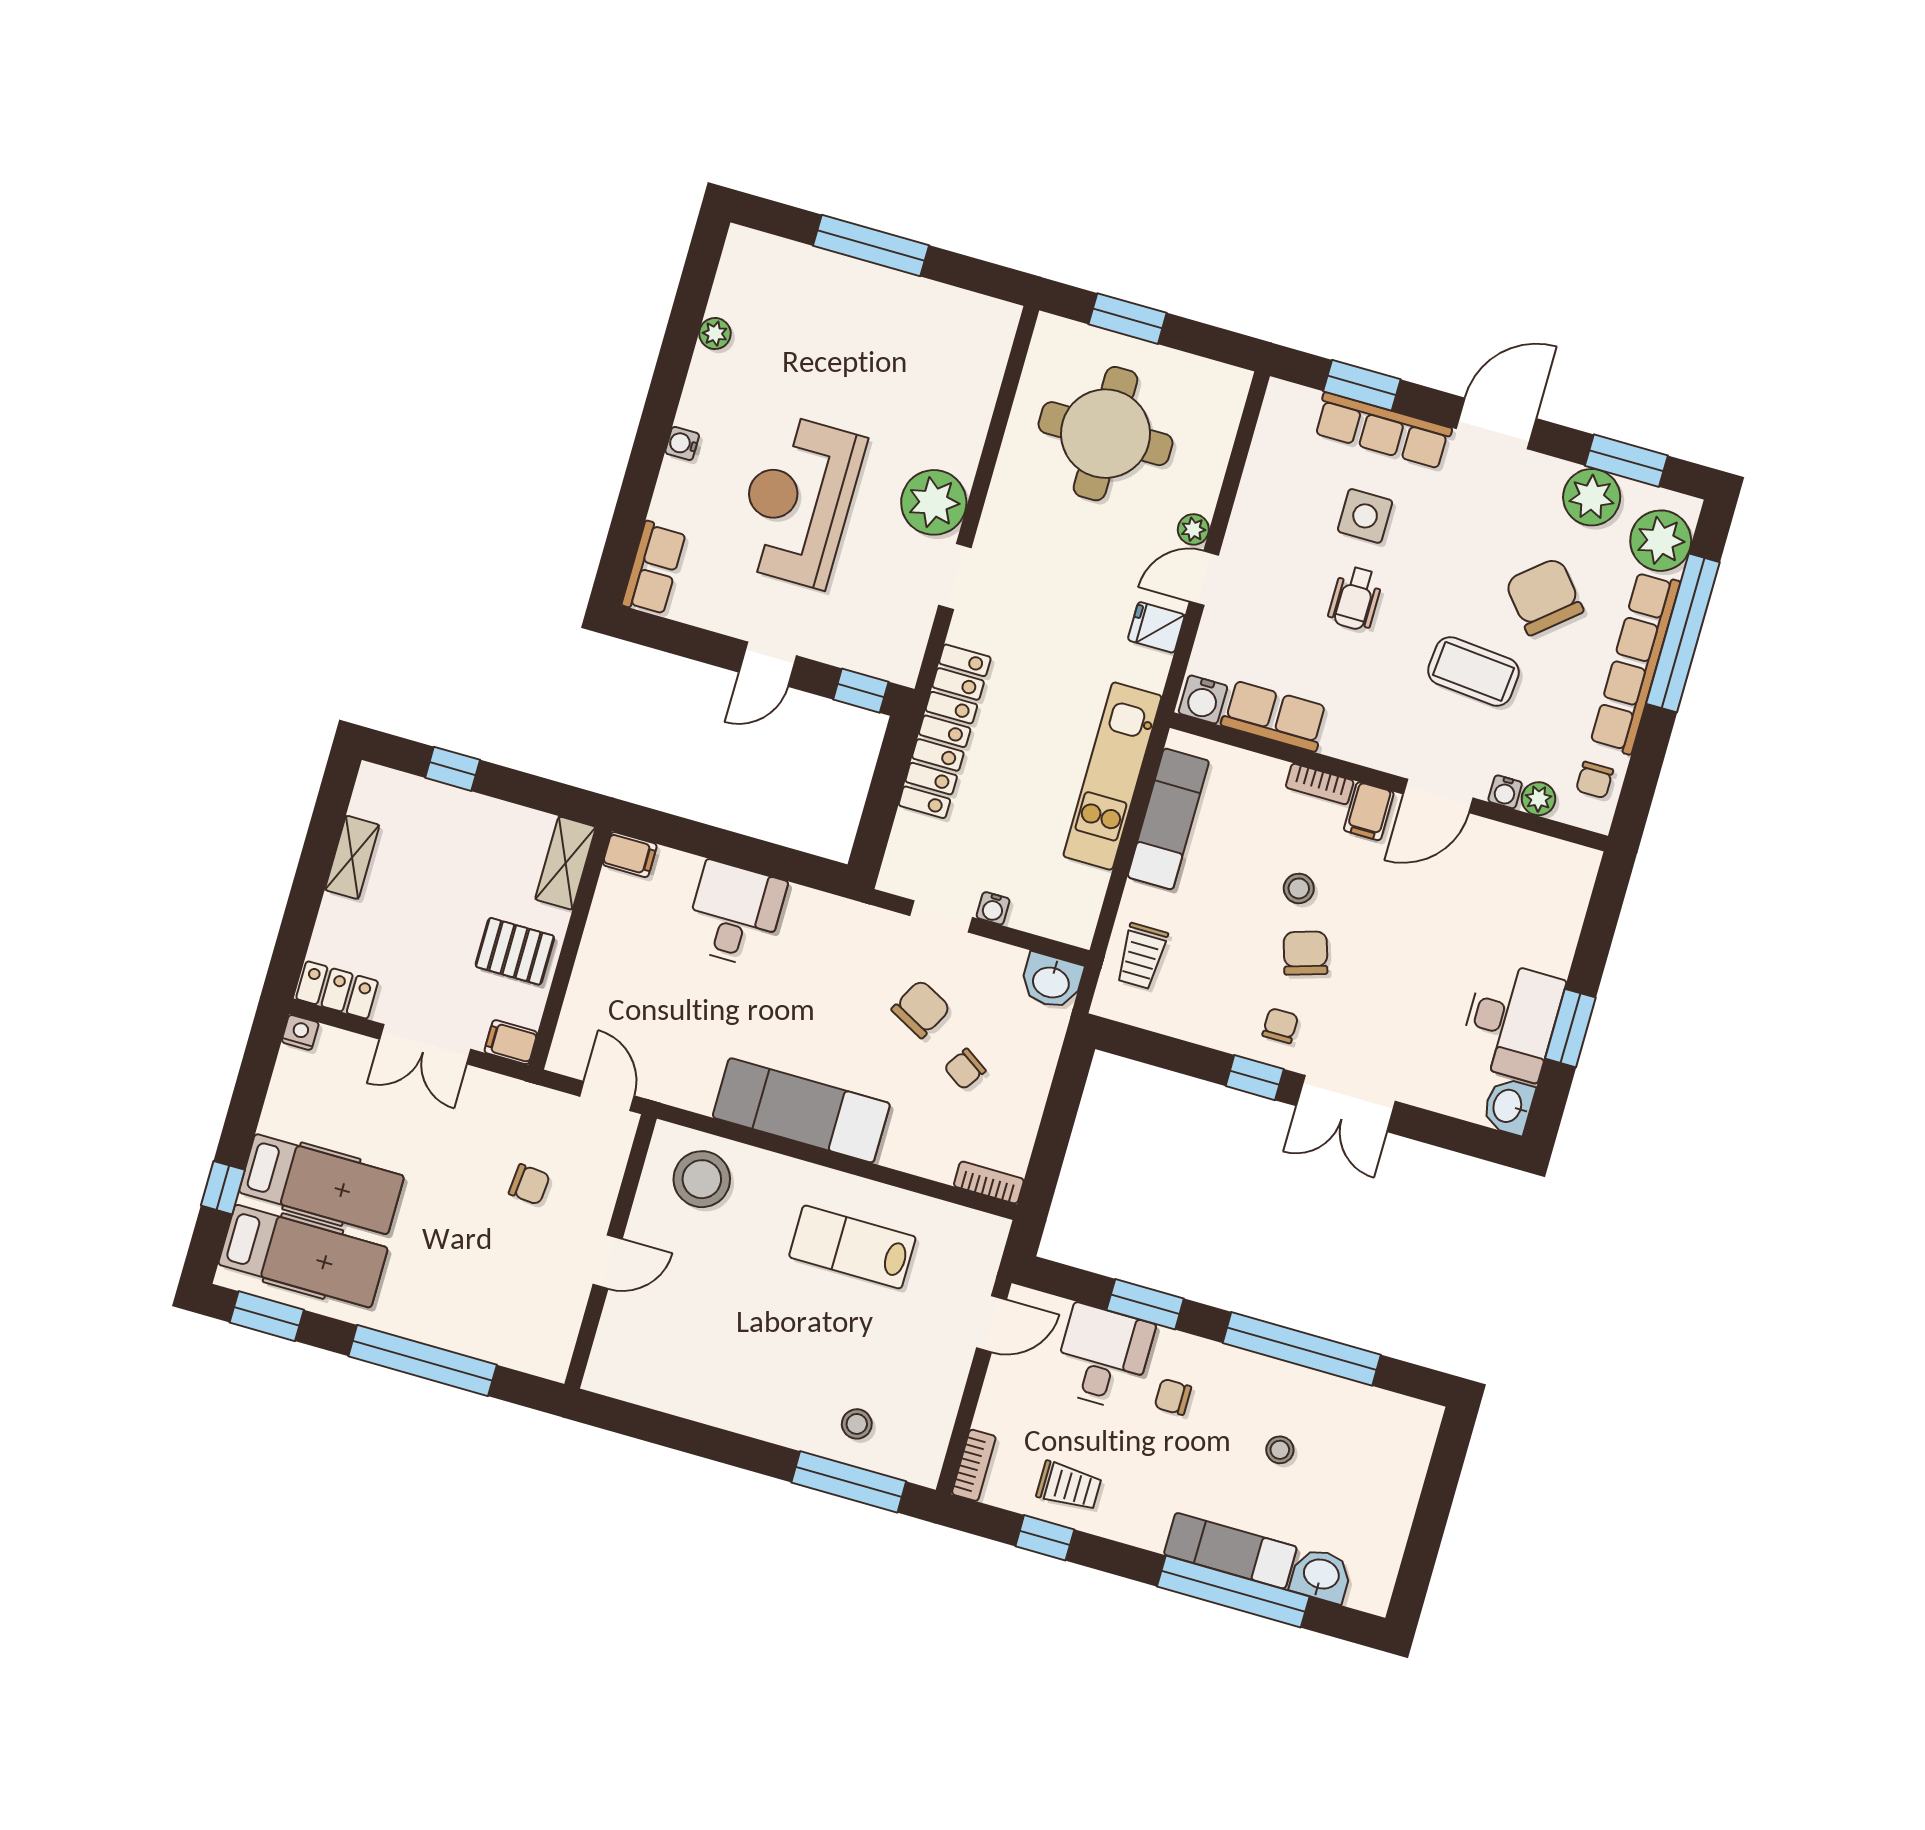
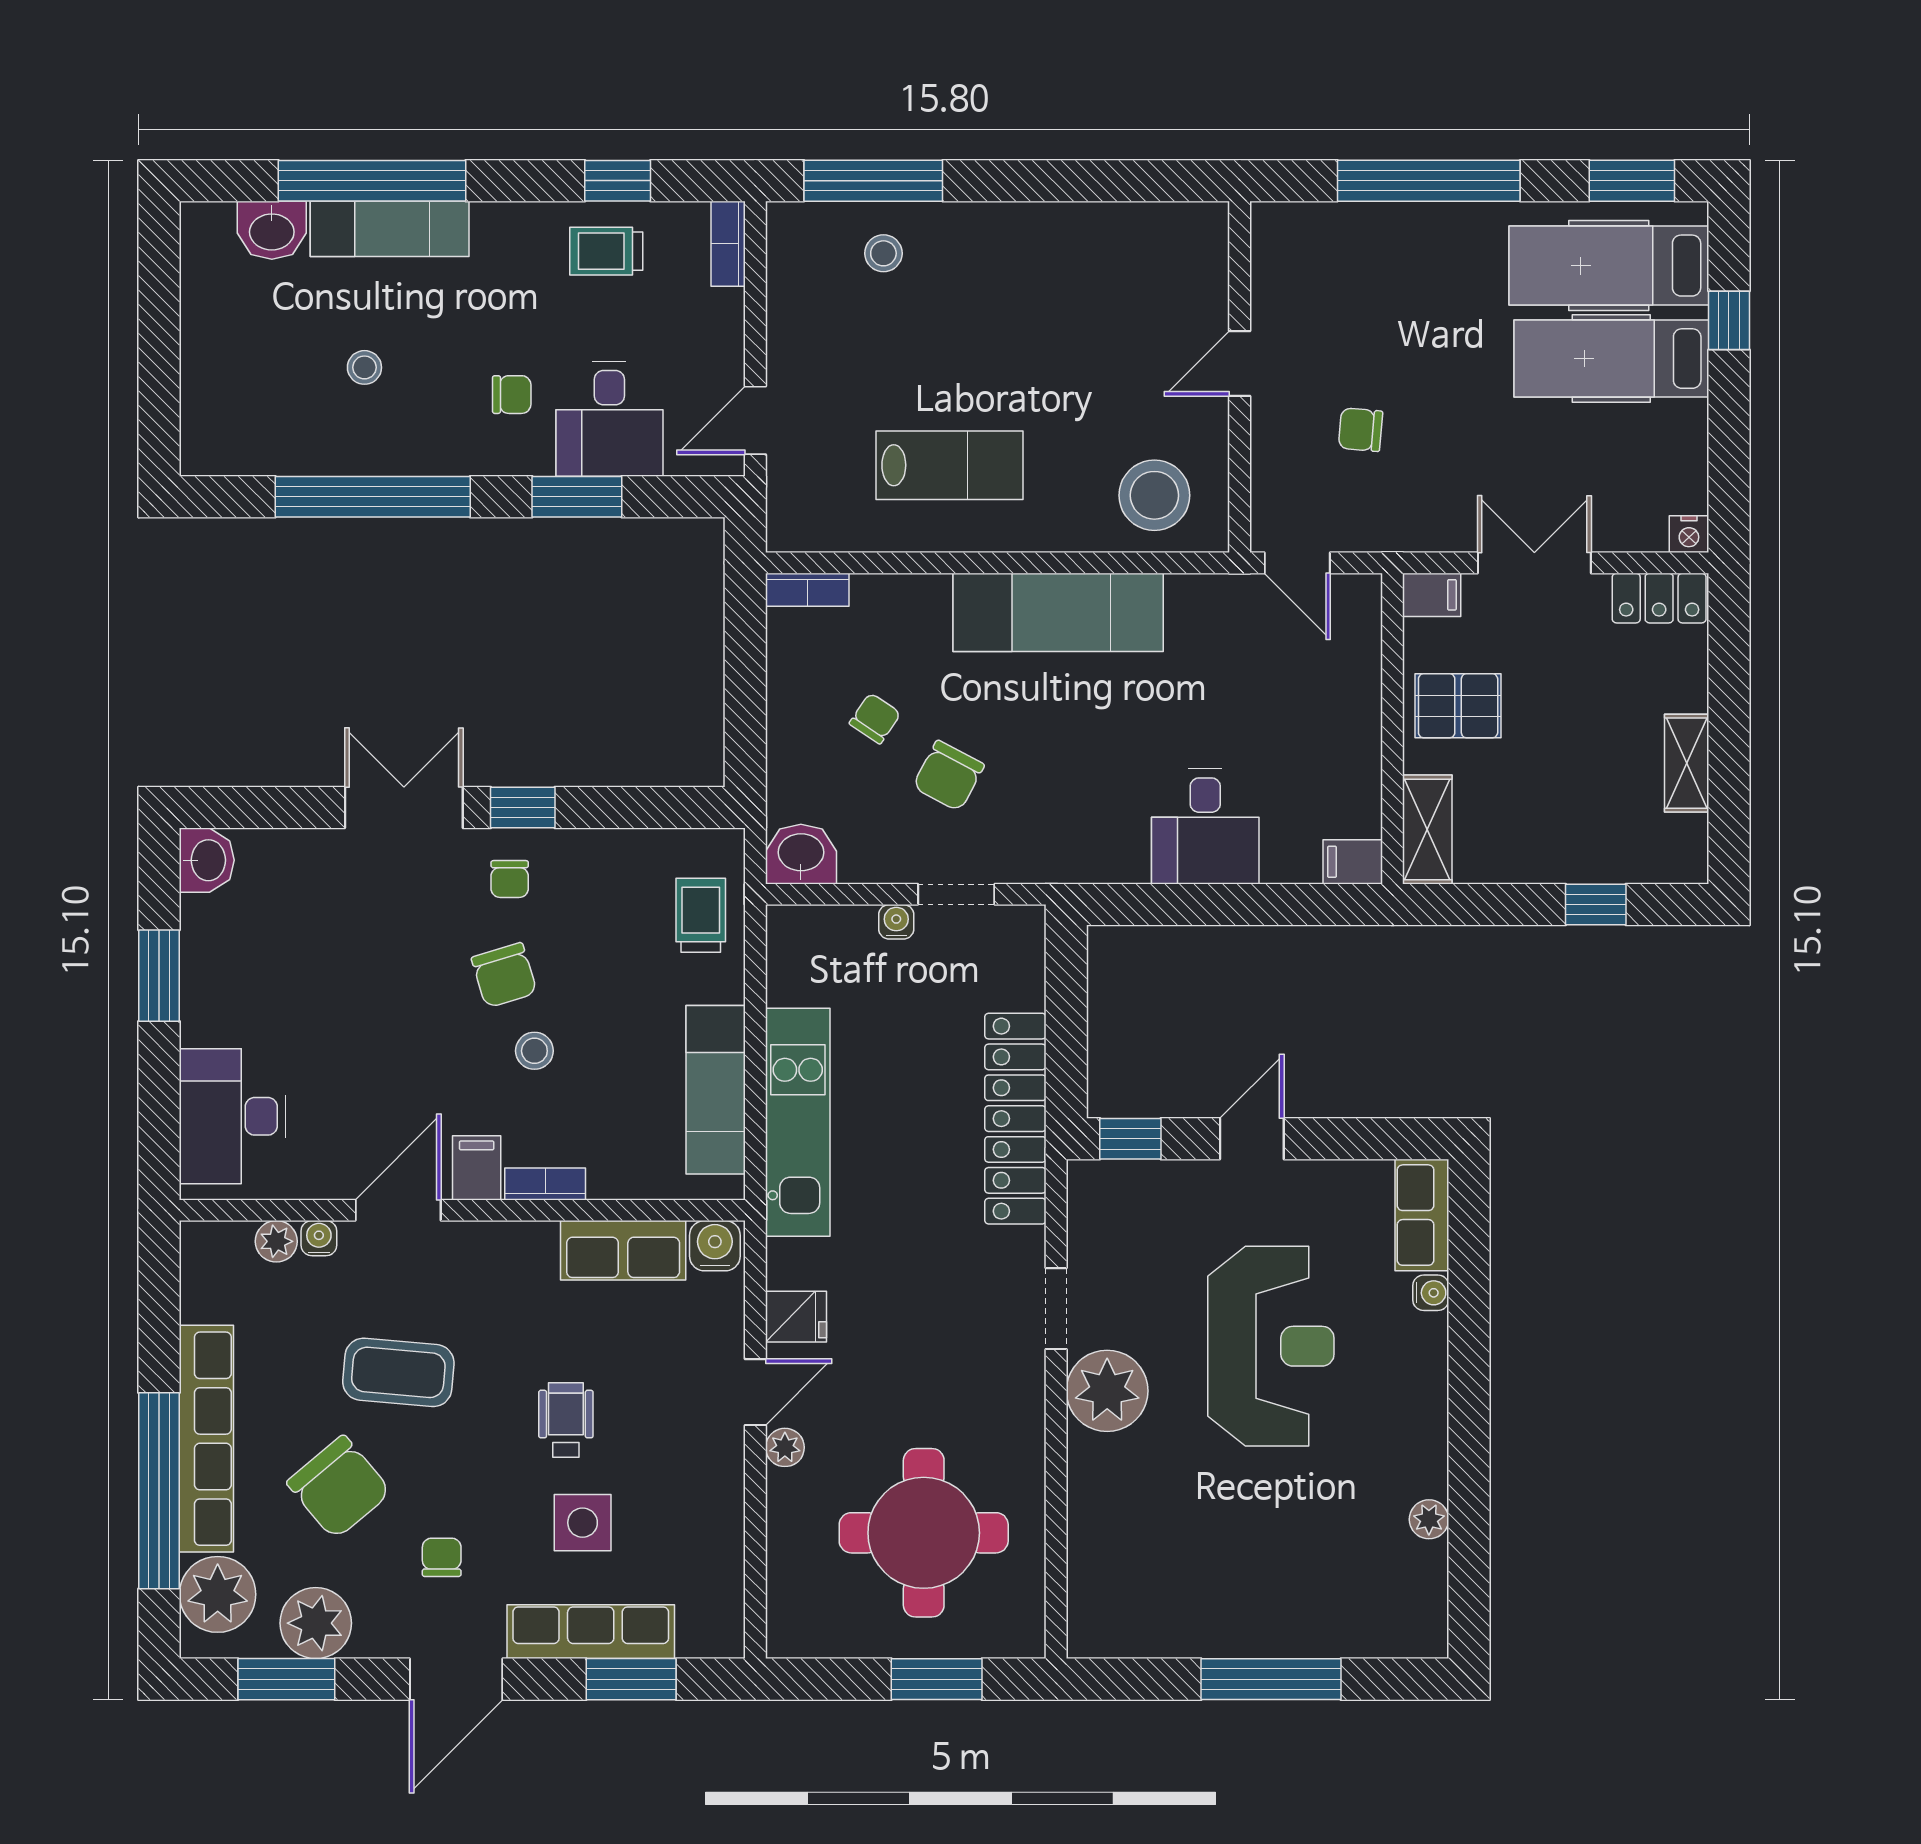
water cooler: (682, 443) -> (1431, 1293), moved
chair: (1595, 780) -> (442, 1557), moved
desk: (1511, 1021) -> (233, 1116), moved

